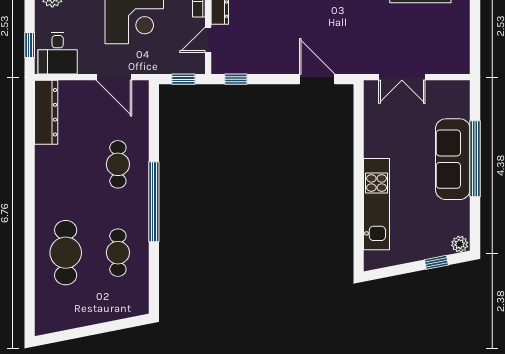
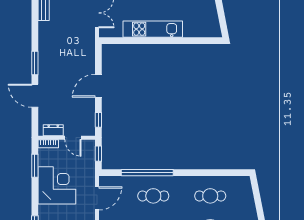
door: (317, 79) -> (98, 86), moved
window: (154, 202) -> (147, 173), moved
kitchen unit: (377, 204) -> (153, 29), moved

